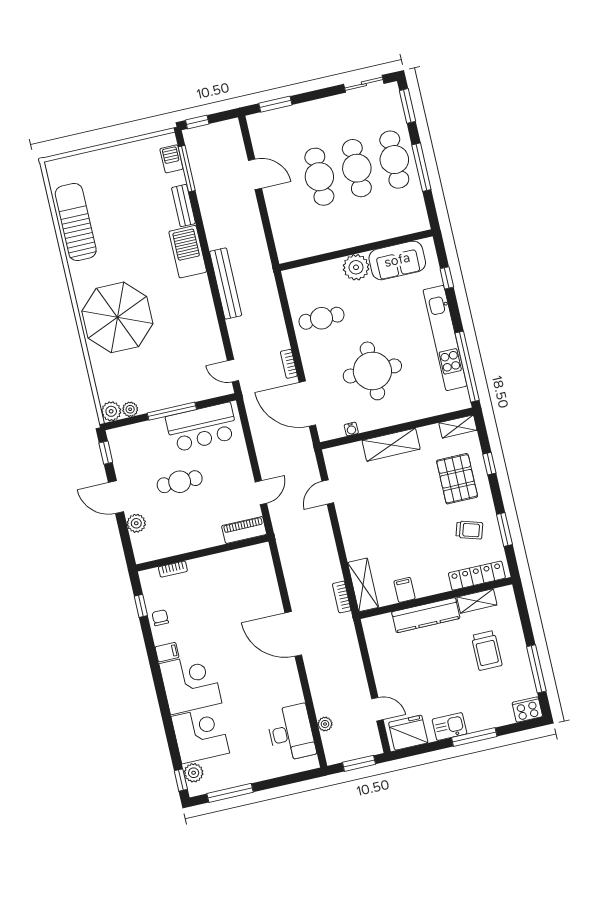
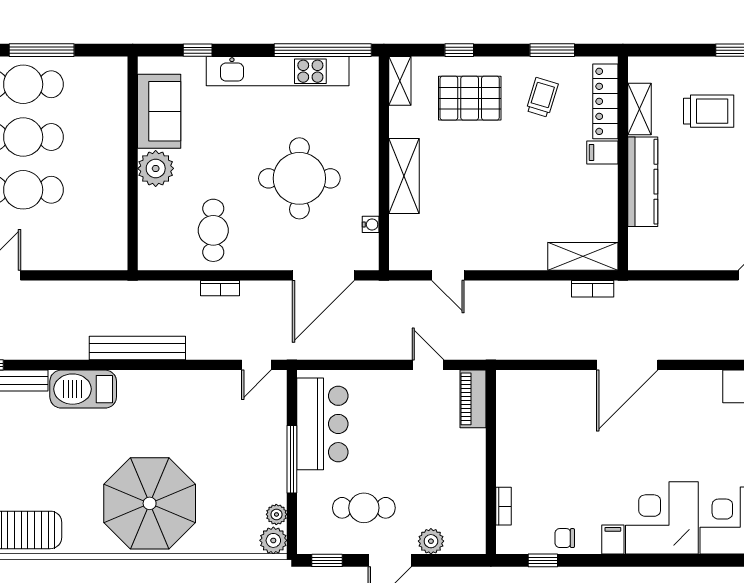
bookcase: (289, 364) -> (220, 288), moved
cafe table: (180, 482) -> (364, 508), moved, turned 90
filing cabinet: (404, 590) -> (602, 152), moved

